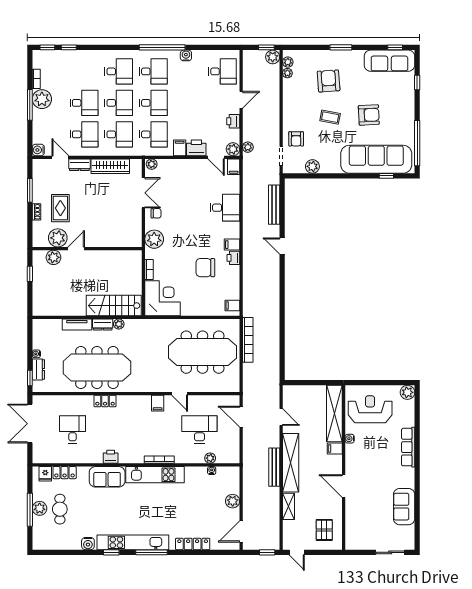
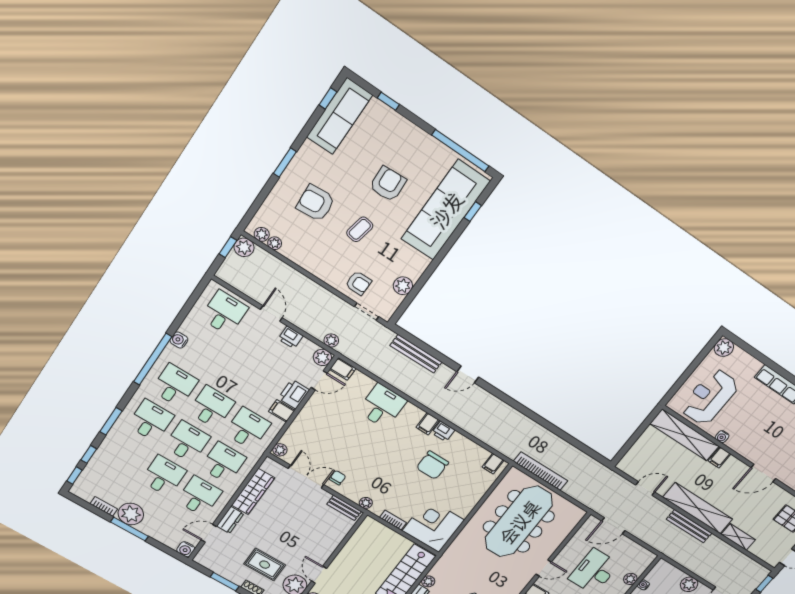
window: (102, 47) -> (111, 421), added
bench: (137, 232) -> (344, 508), added
plant: (154, 239) -> (366, 503), width x0.53, depth x0.53

